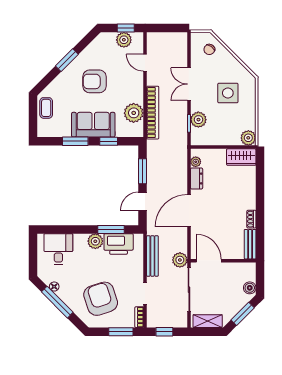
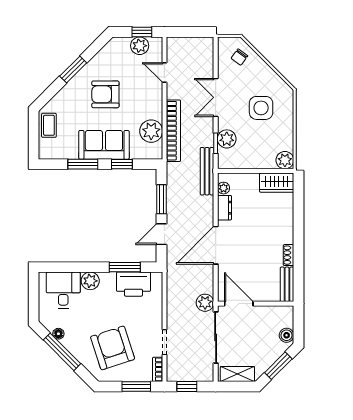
plant: (95, 241) -> (90, 281), moved
bench: (152, 256) -> (207, 171), moved

